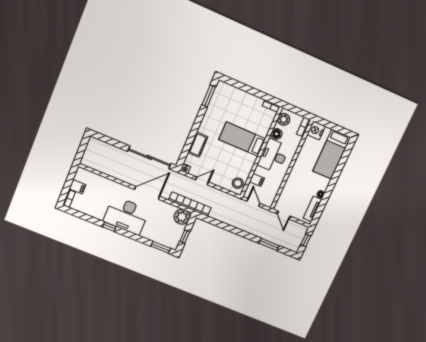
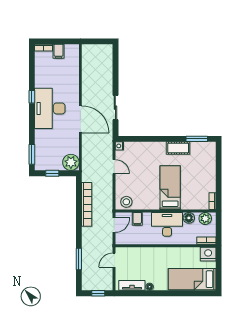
cot: (198, 145) -> (178, 148), moved
sliding door: (149, 157) -> (115, 108), width x0.54
bookcase: (190, 204) -> (87, 204), moved

